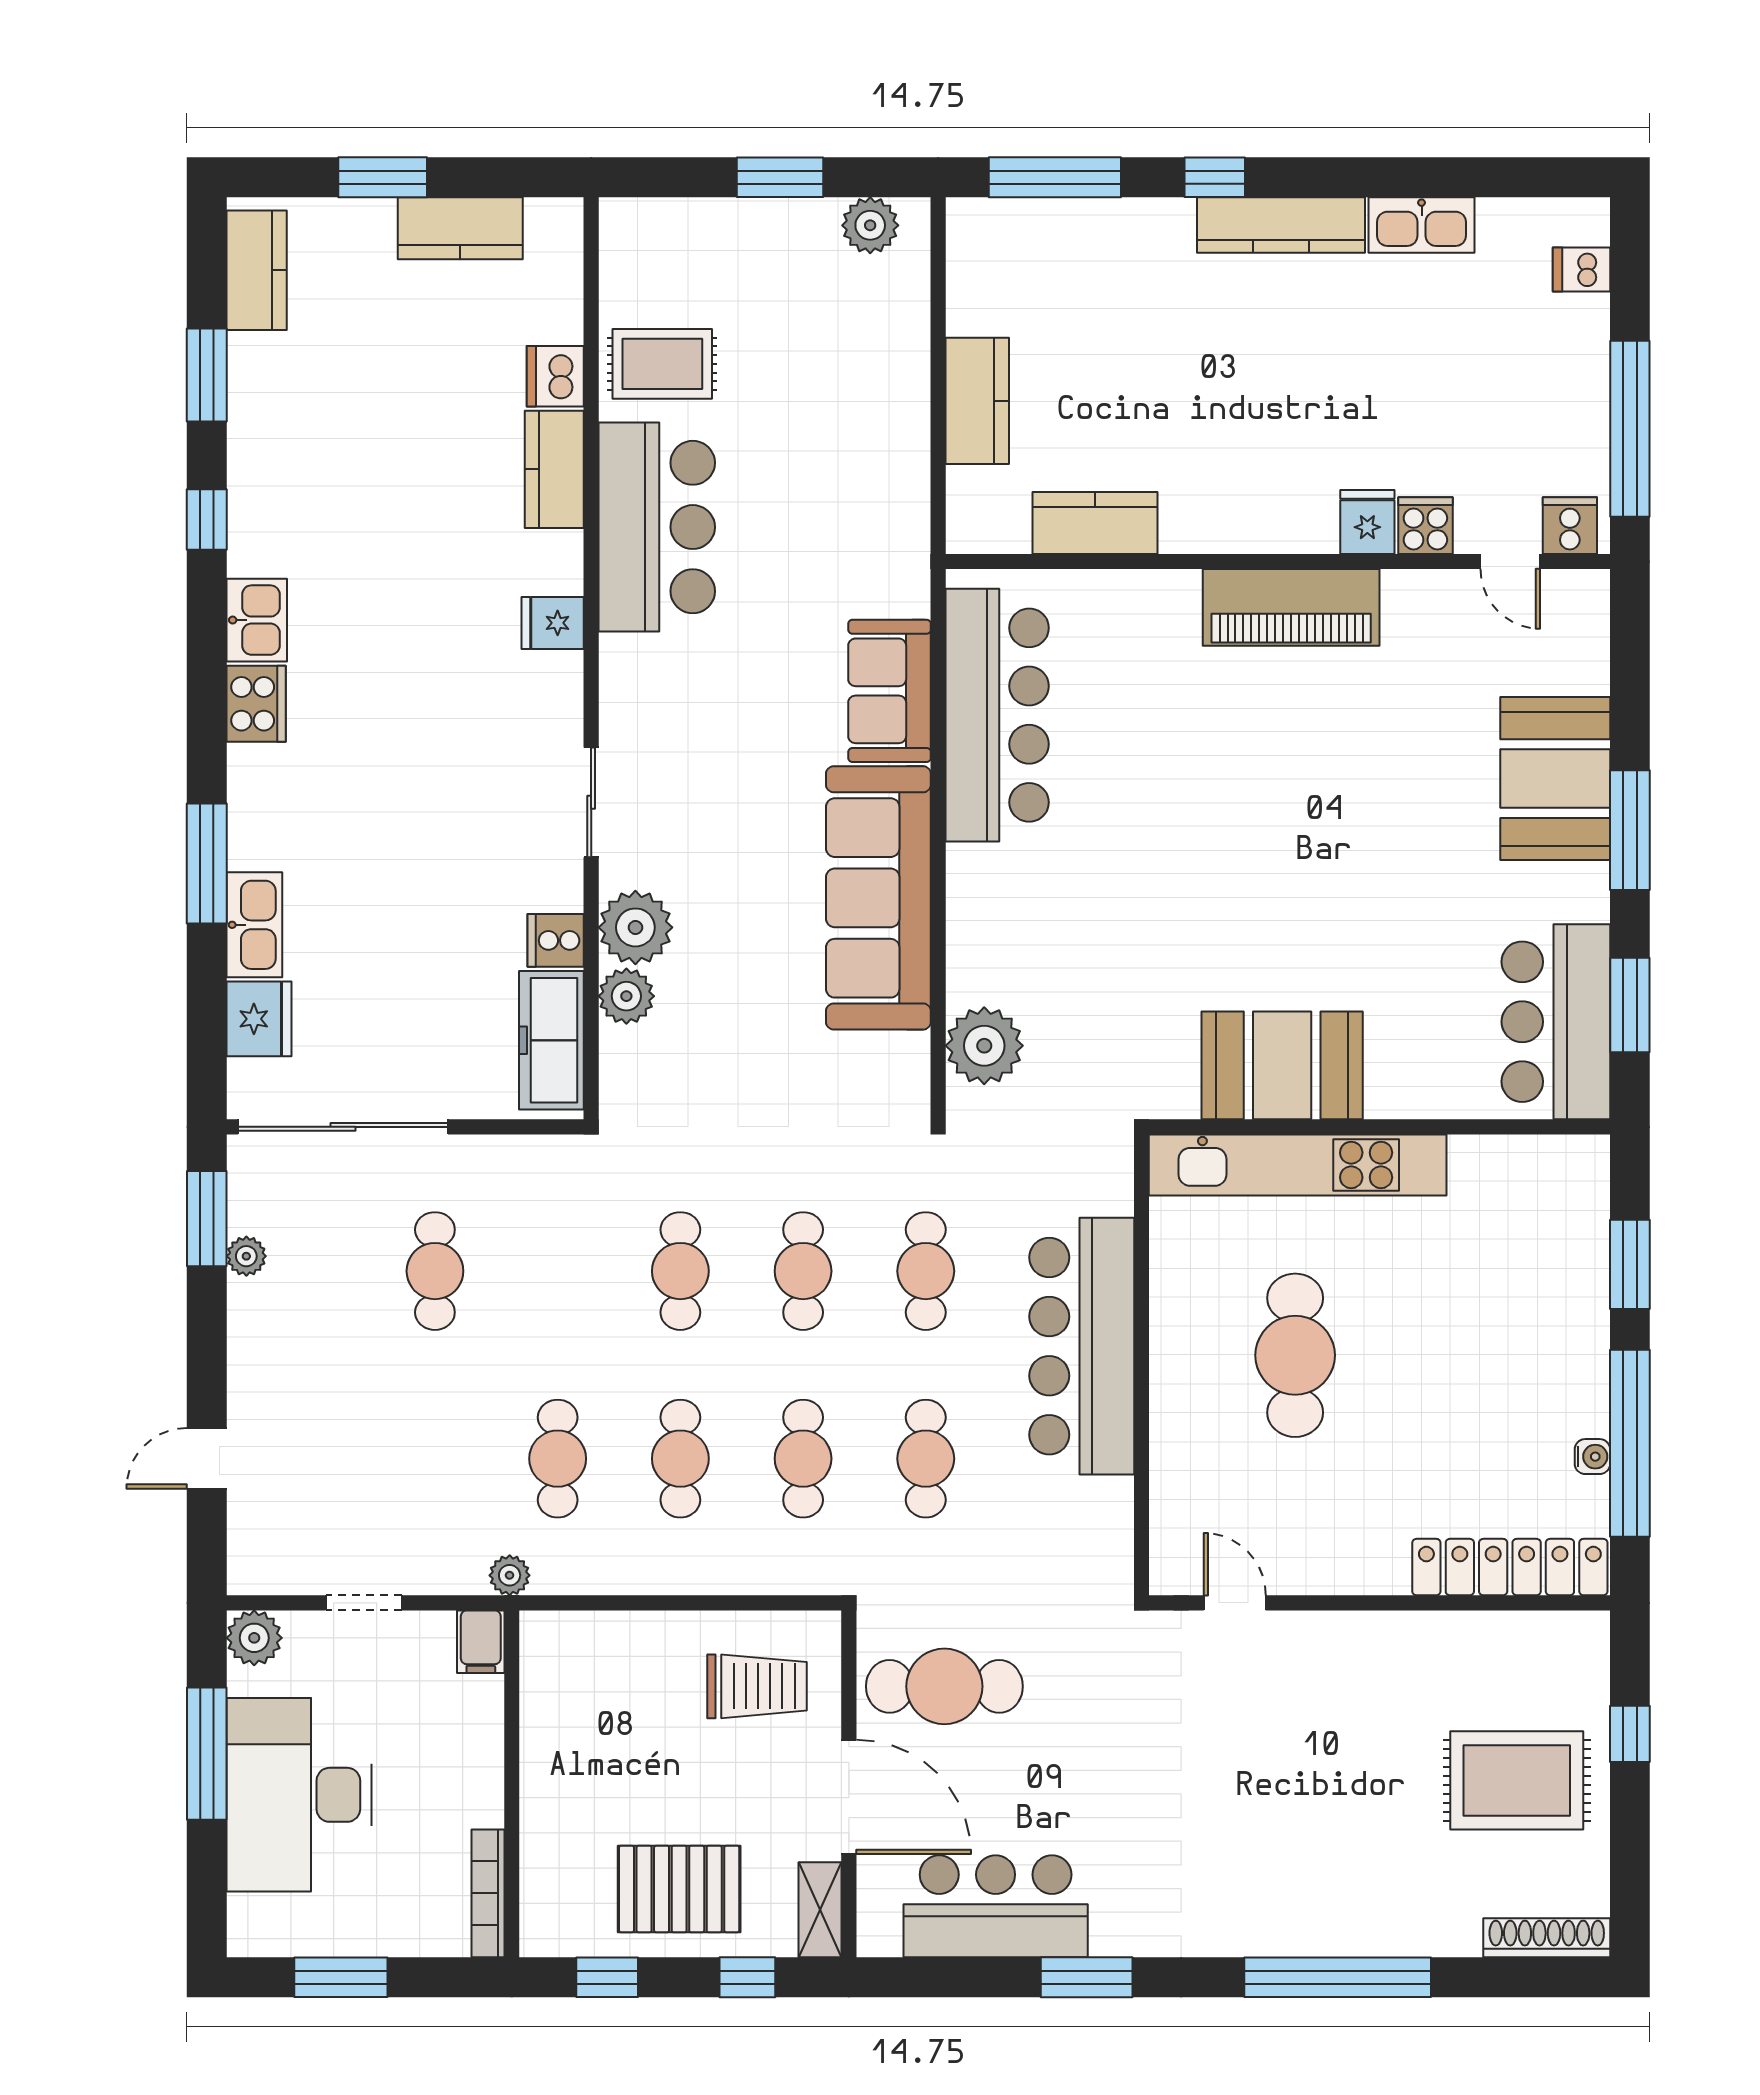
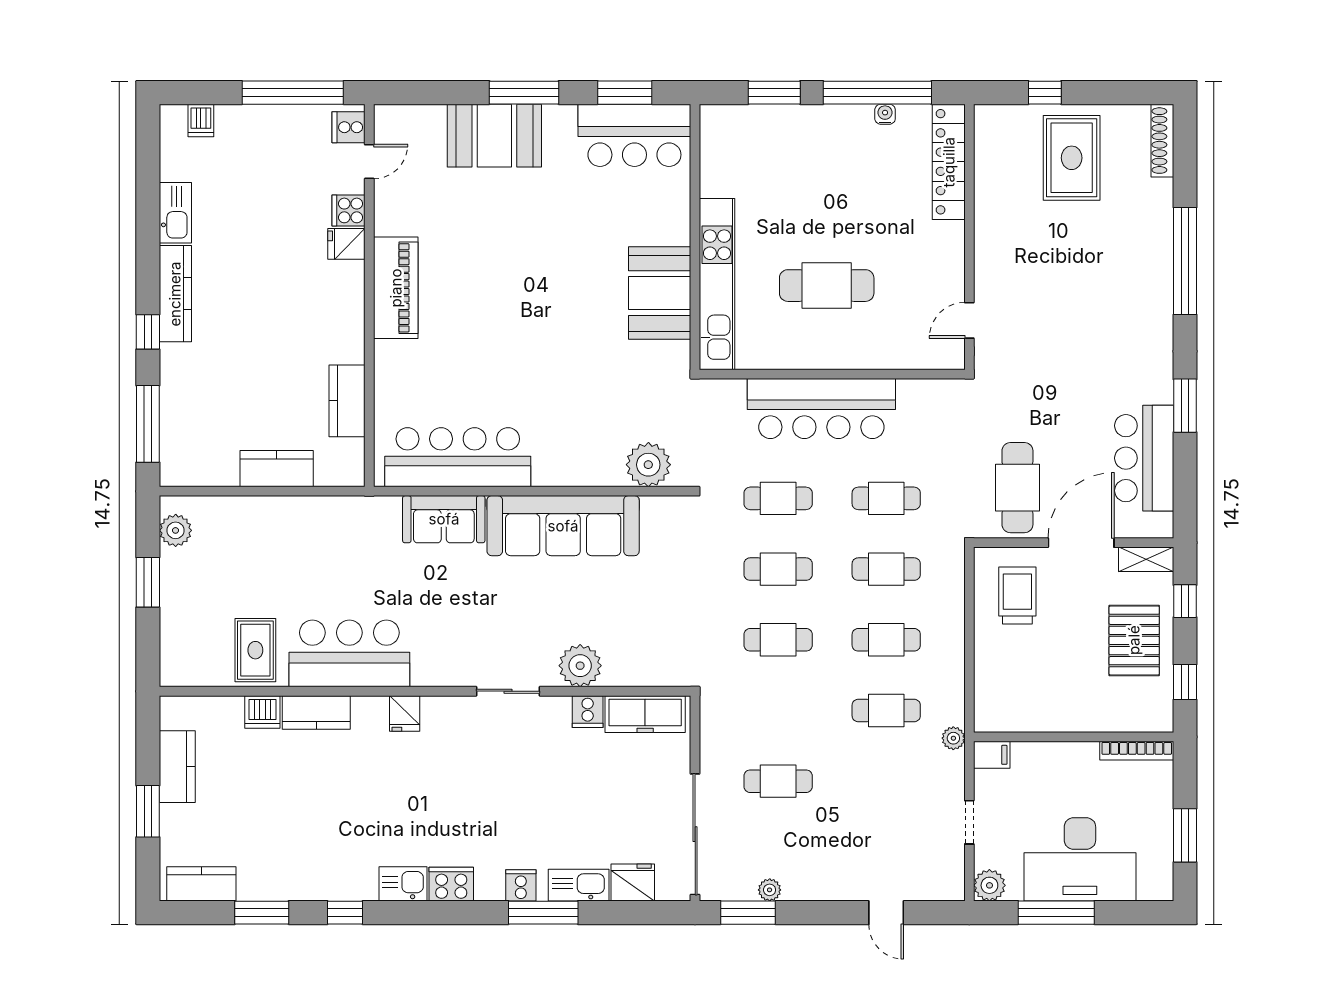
cooker: (254, 825) -> (521, 885), added
plant: (626, 996) -> (620, 671), removed

